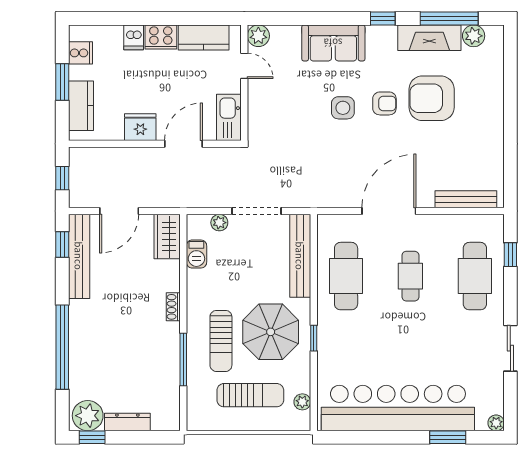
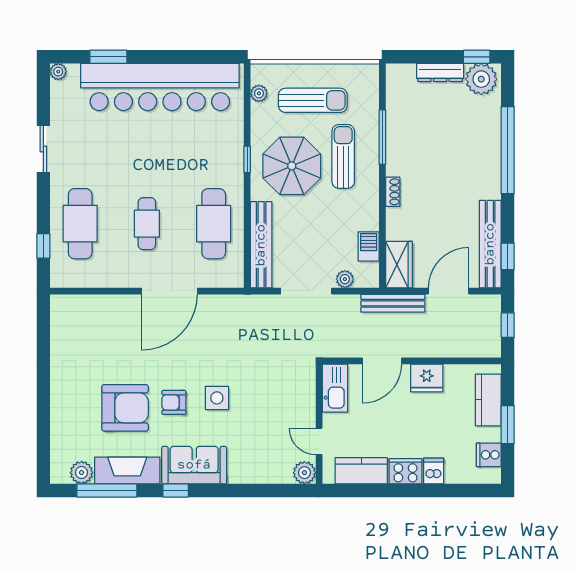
sofa: (333, 43) -> (194, 465), moved
bench: (466, 199) -> (393, 303), moved
sun lounger: (250, 395) -> (313, 100), turned 180

